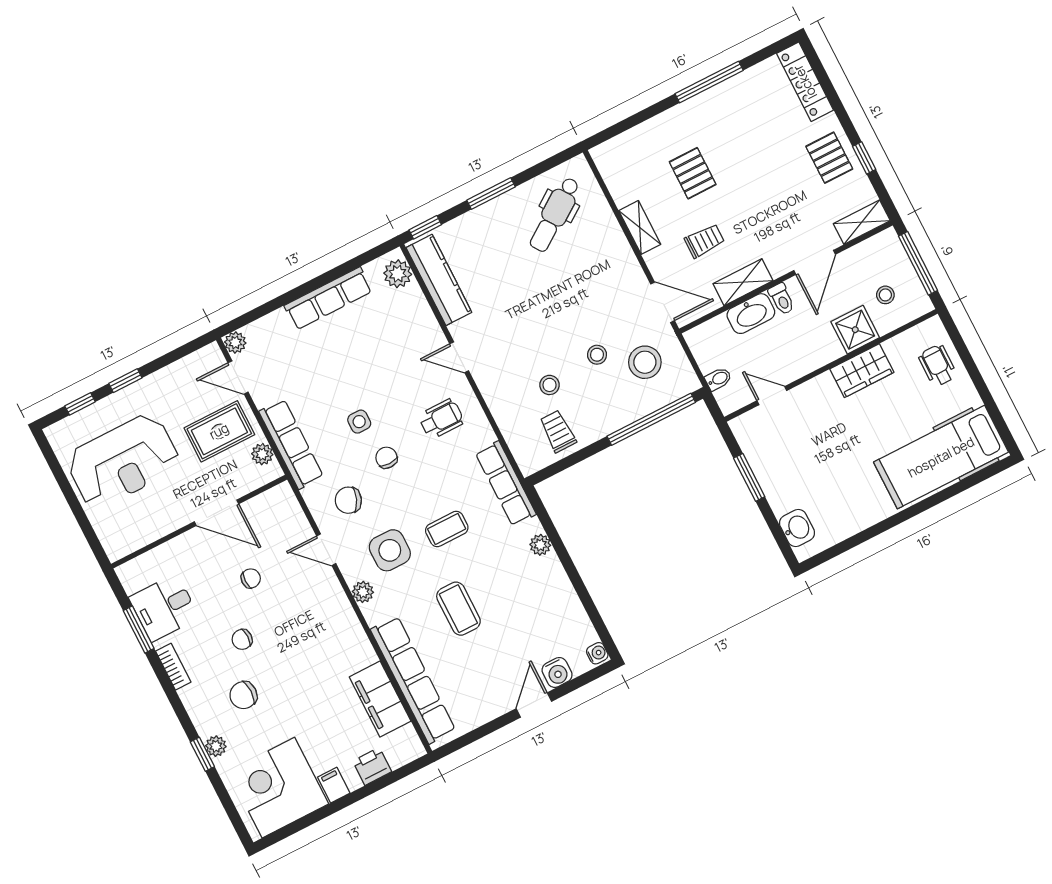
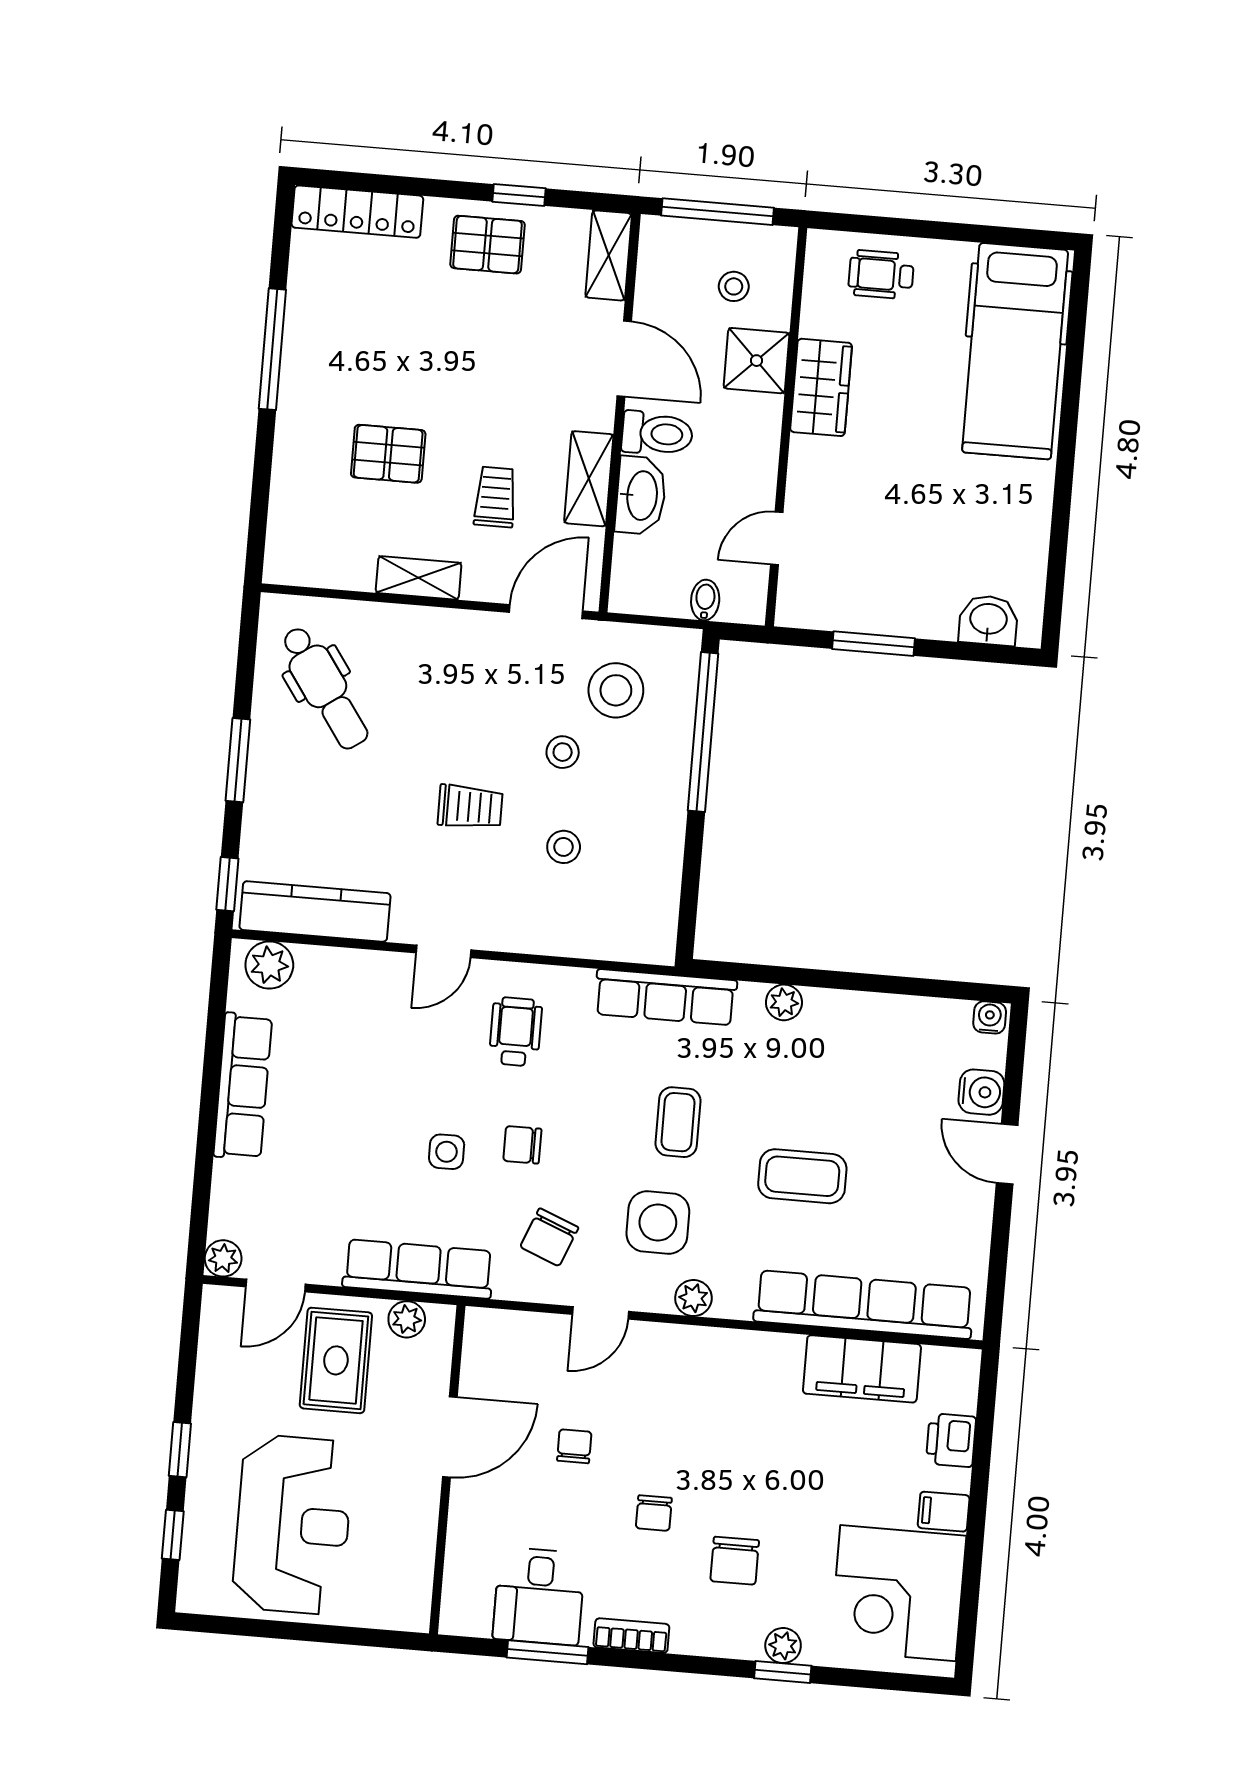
toilet: (782, 299) -> (657, 434), width x1.37, depth x1.39
trolley: (558, 431) -> (470, 807), moved, turned 180

